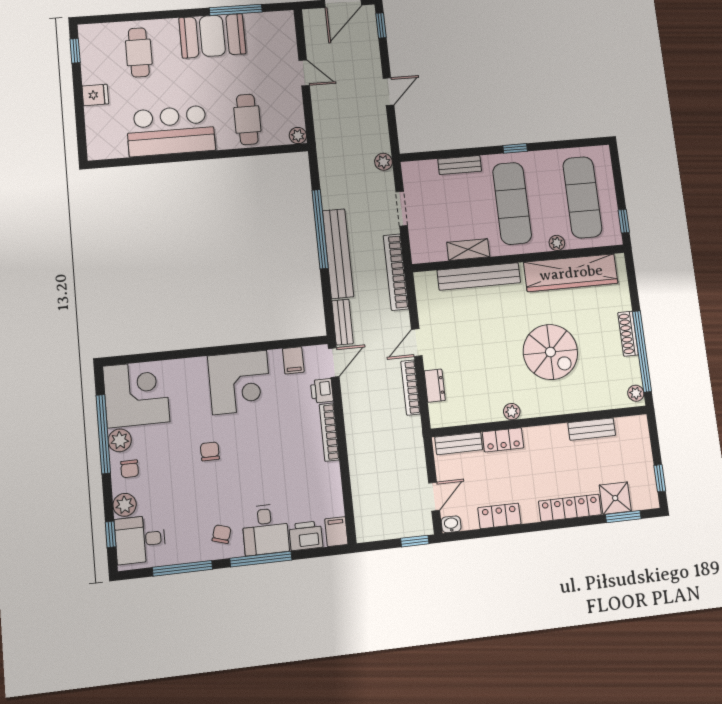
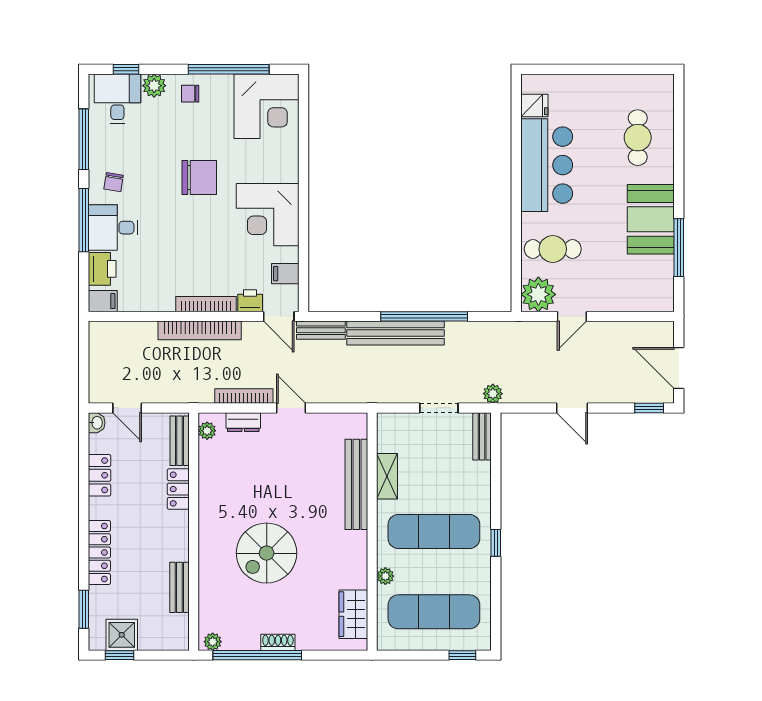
window: (75, 51) -> (645, 69), removed
cafe table: (139, 52) -> (638, 138), turned 90
door: (304, 73) -> (572, 316), moved
fridge: (95, 95) -> (534, 105), moved, turned -90
plant: (298, 135) -> (538, 294), width x1.87, depth x1.87
bench: (460, 165) -> (482, 436), moved
window: (624, 221) -> (462, 655), moved
bookcase: (396, 272) -> (200, 330), moved, turned 180
wardrobe: (571, 273) -> (353, 614), width x0.48, depth x0.85
shoe rack: (628, 334) -> (278, 642), width x0.70
plant: (512, 412) -> (207, 431), moved
plant: (120, 440) -> (220, 86), removed
chair: (210, 451) -> (199, 177), width x1.87, depth x1.87
shower: (615, 498) -> (122, 635), moved
chair: (222, 534) -> (114, 182), turned 82
window: (415, 541) -> (84, 382), removed

